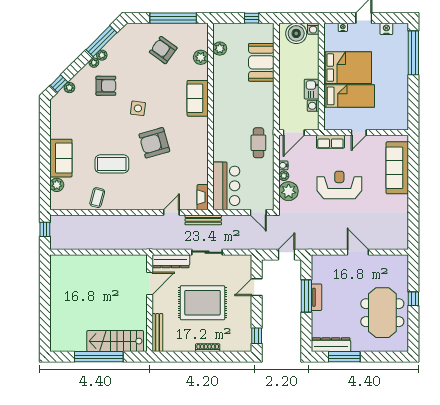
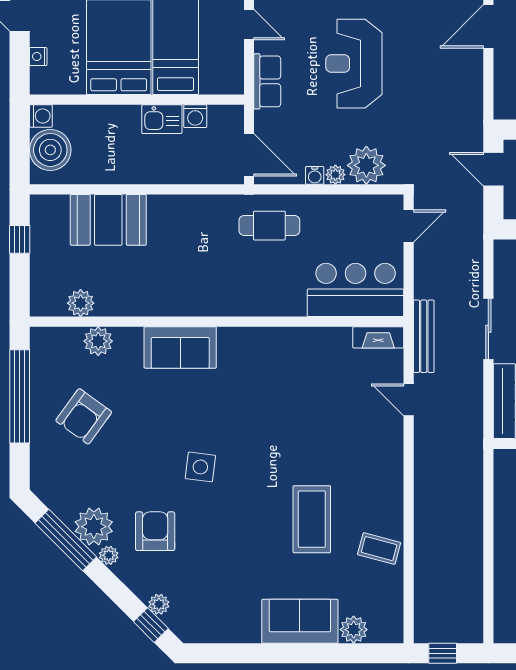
plant: (102, 55) -> (94, 527), width x1.88, depth x1.88
armchair: (154, 143) -> (269, 434), removed

